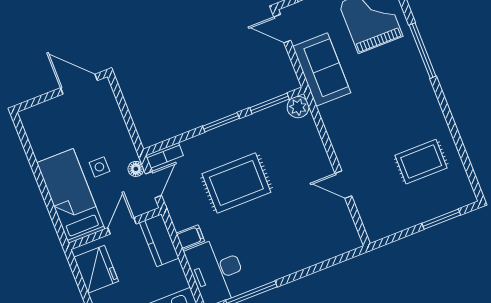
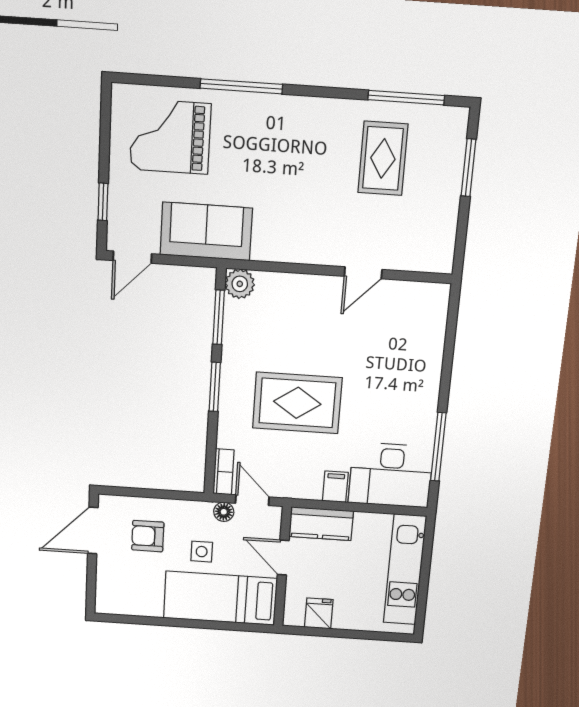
armchair: (93, 124) -> (148, 536), added
window: (465, 158) -> (406, 98), added
rug: (236, 183) -> (297, 403), turned 90
fridge: (96, 269) -> (319, 613), width x0.53, depth x0.75

